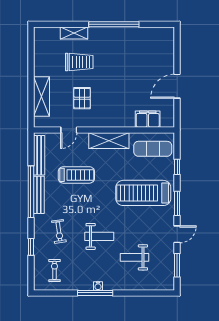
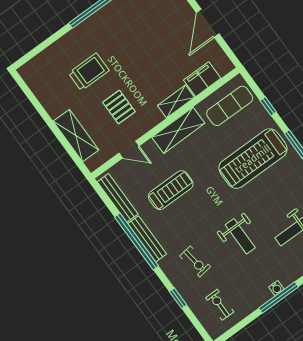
shelving: (74, 33) -> (176, 101), moved
door: (69, 130) -> (129, 150), hinge flipped
weight bench: (99, 236) -> (240, 236), turned 90

